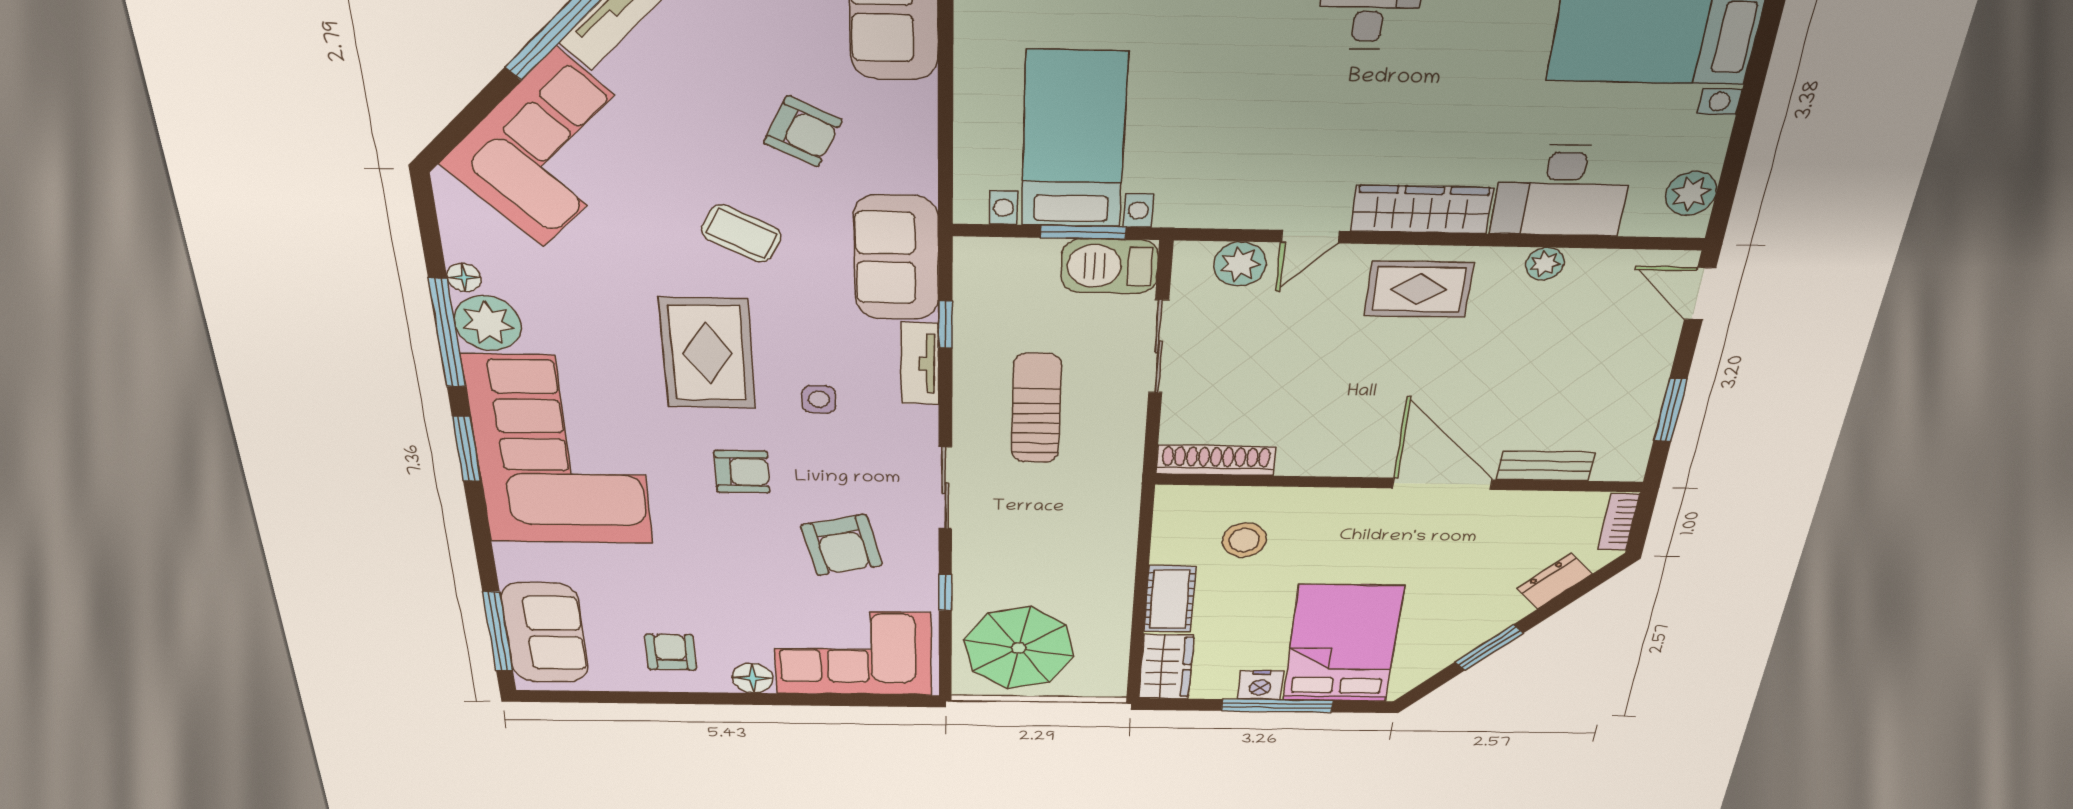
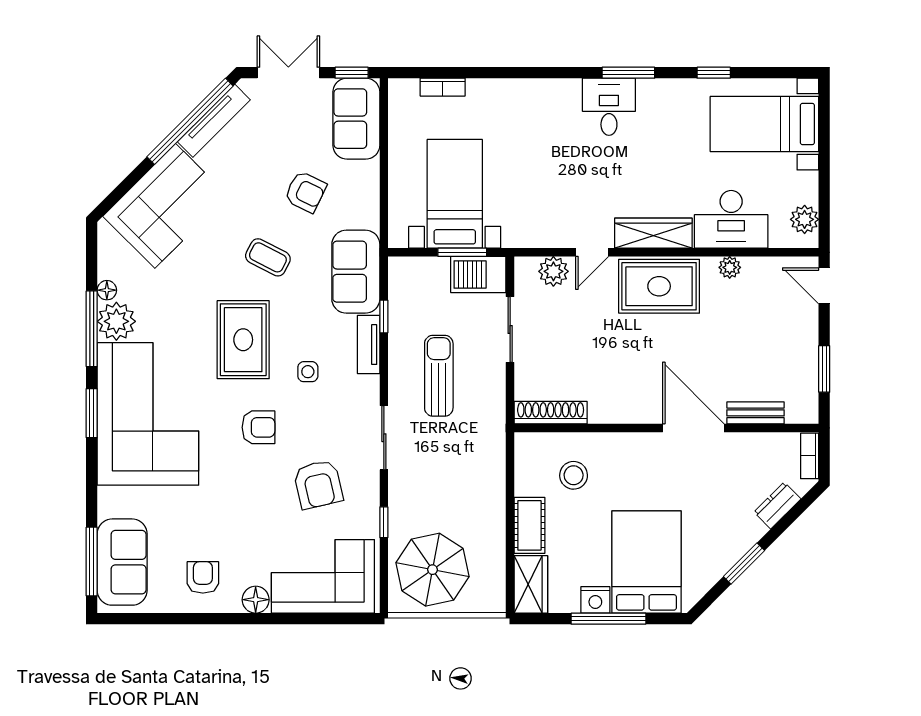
rug: (1419, 289) -> (659, 286), width x1.36, depth x1.43

